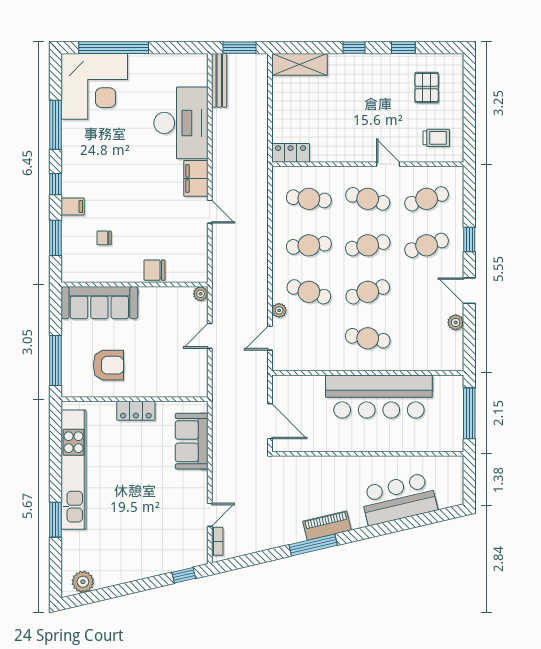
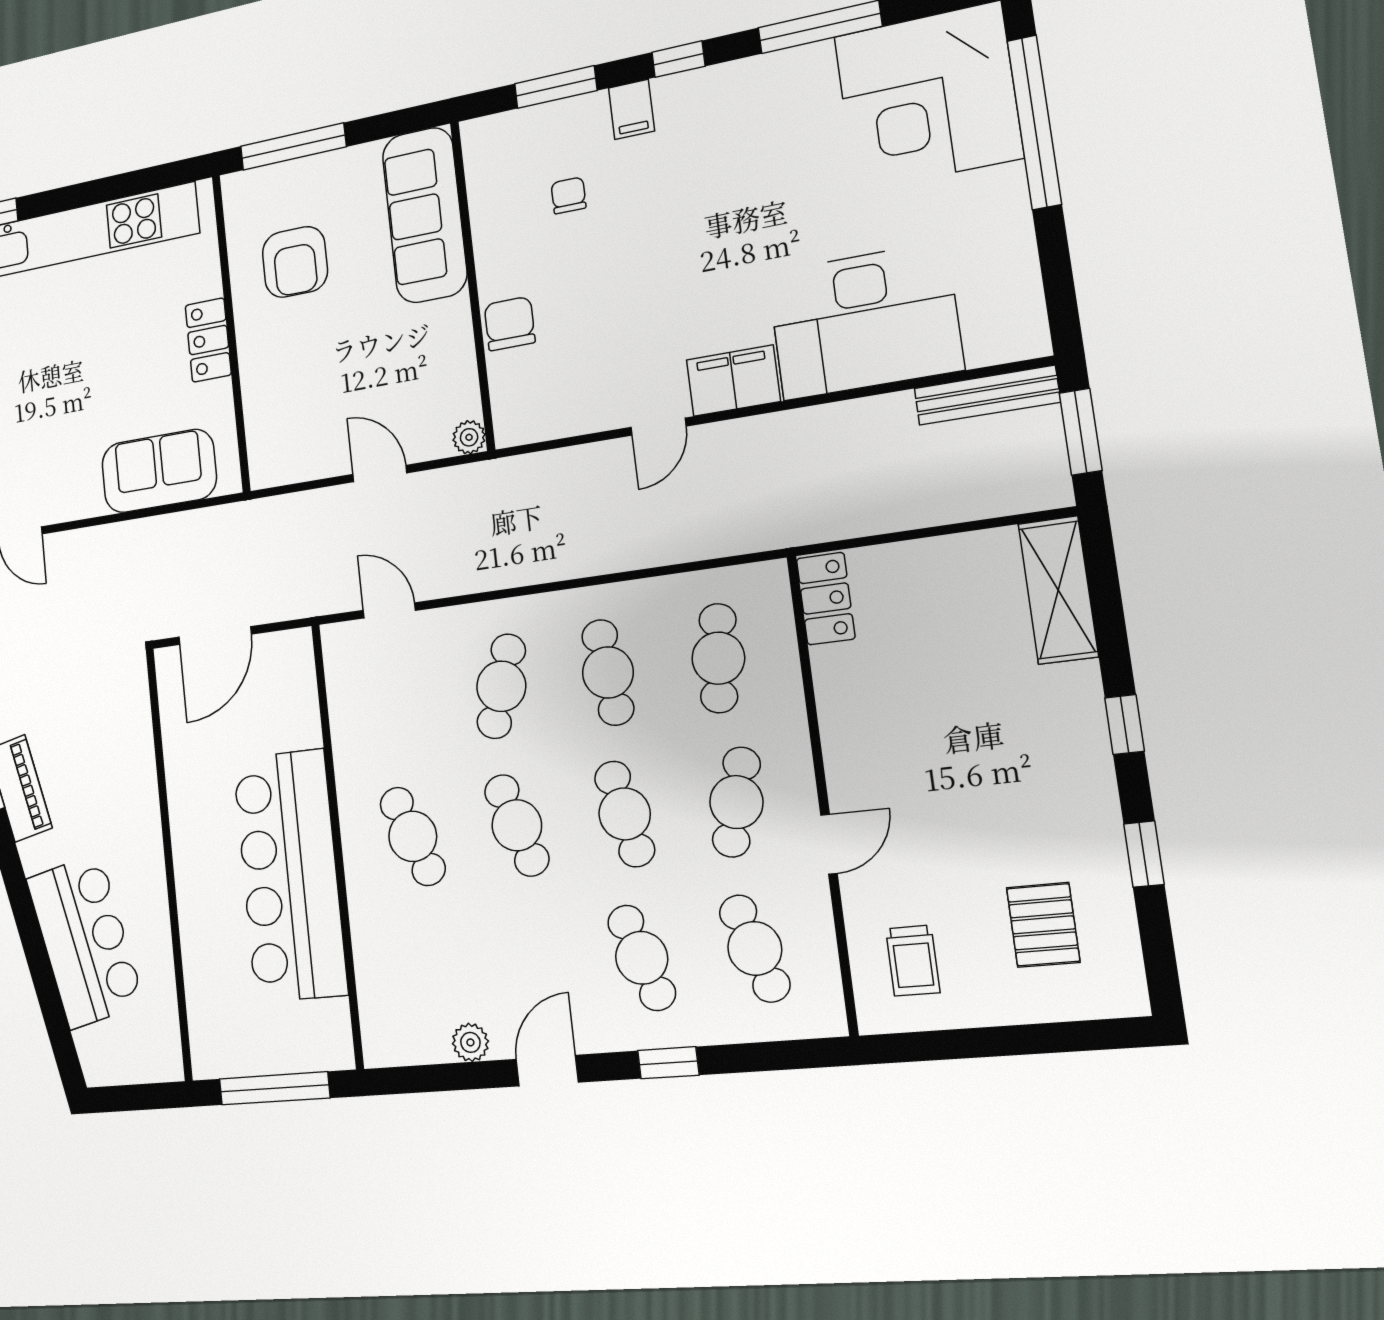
pallet: (427, 88) -> (1043, 925), turned 90
plant: (279, 310) -> (452, 623), removed
cafe table: (368, 338) -> (413, 836), turned -30

